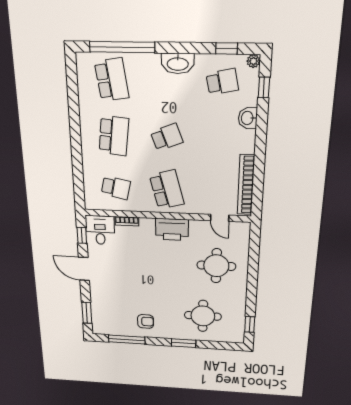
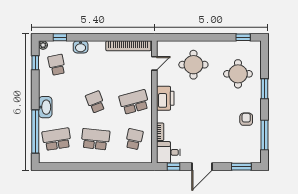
washbasin: (178, 63) -> (45, 107), moved

